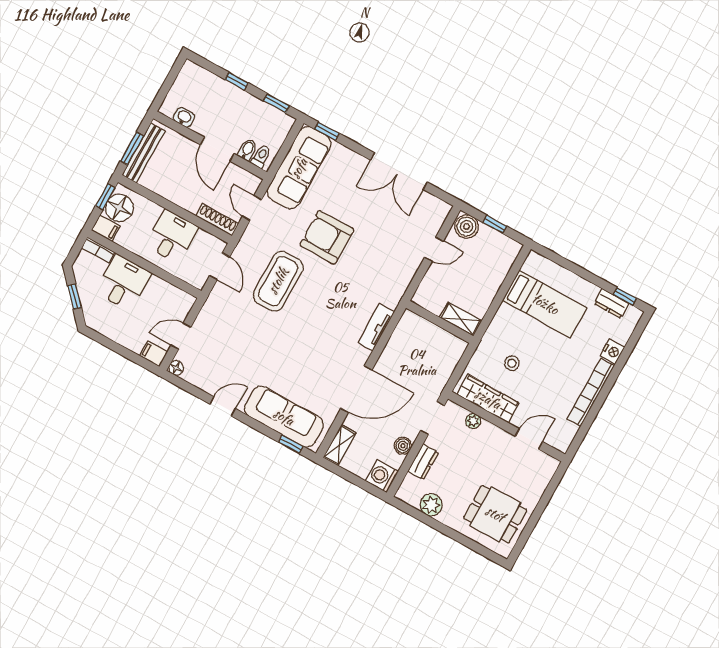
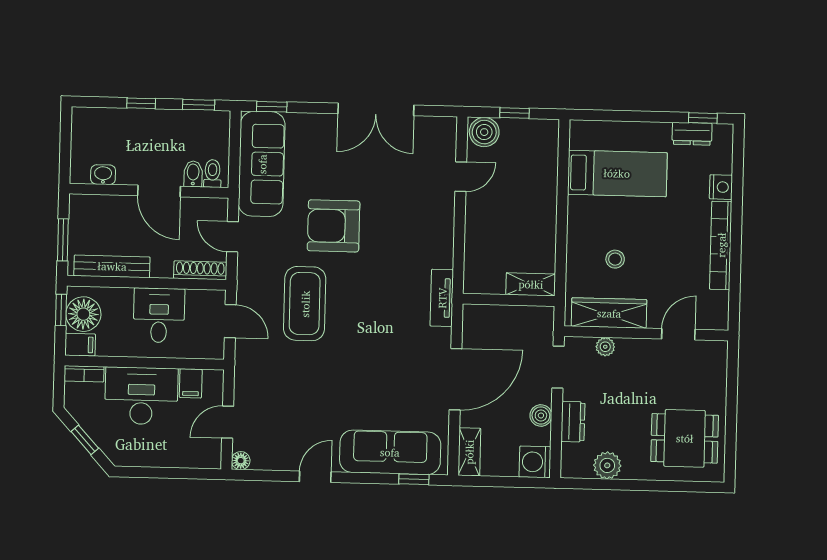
bench: (144, 153) -> (112, 266), moved, turned 90
desk: (123, 283) -> (141, 396), width x1.37
shelving: (461, 319) -> (531, 284), moved
wall: (440, 322) -> (509, 300), moved
filing cabinet: (154, 354) -> (191, 383), moved, turned -90

